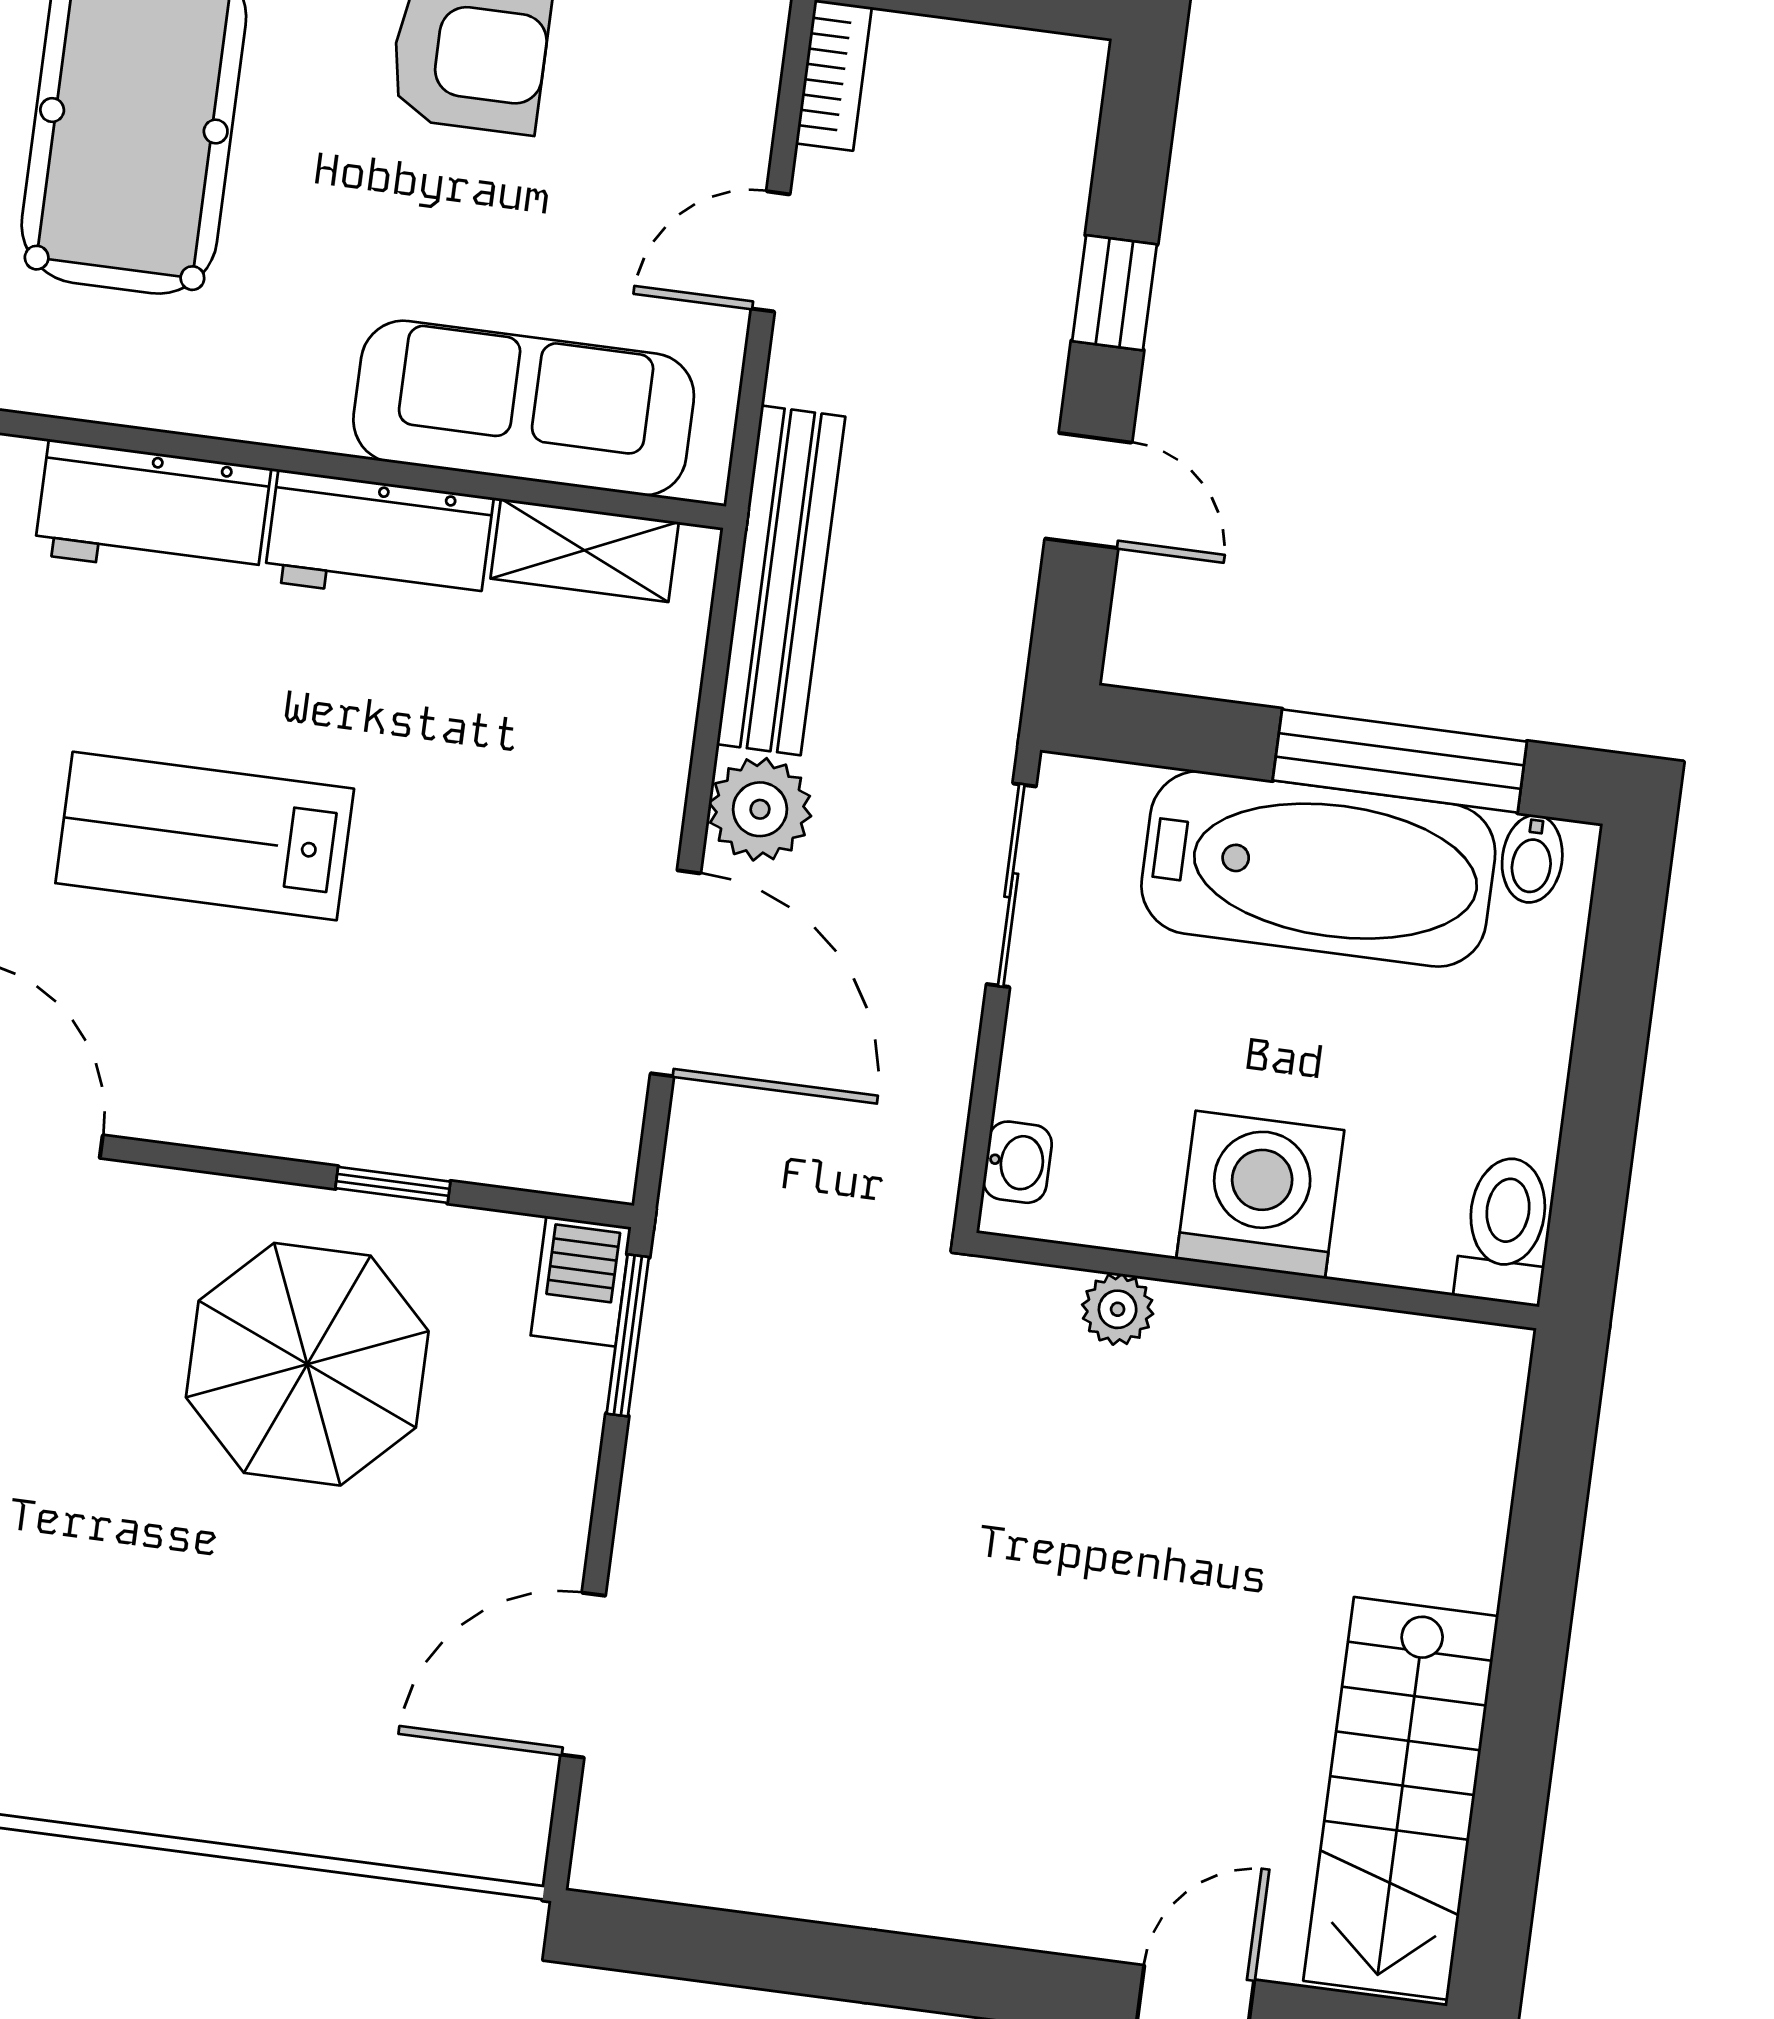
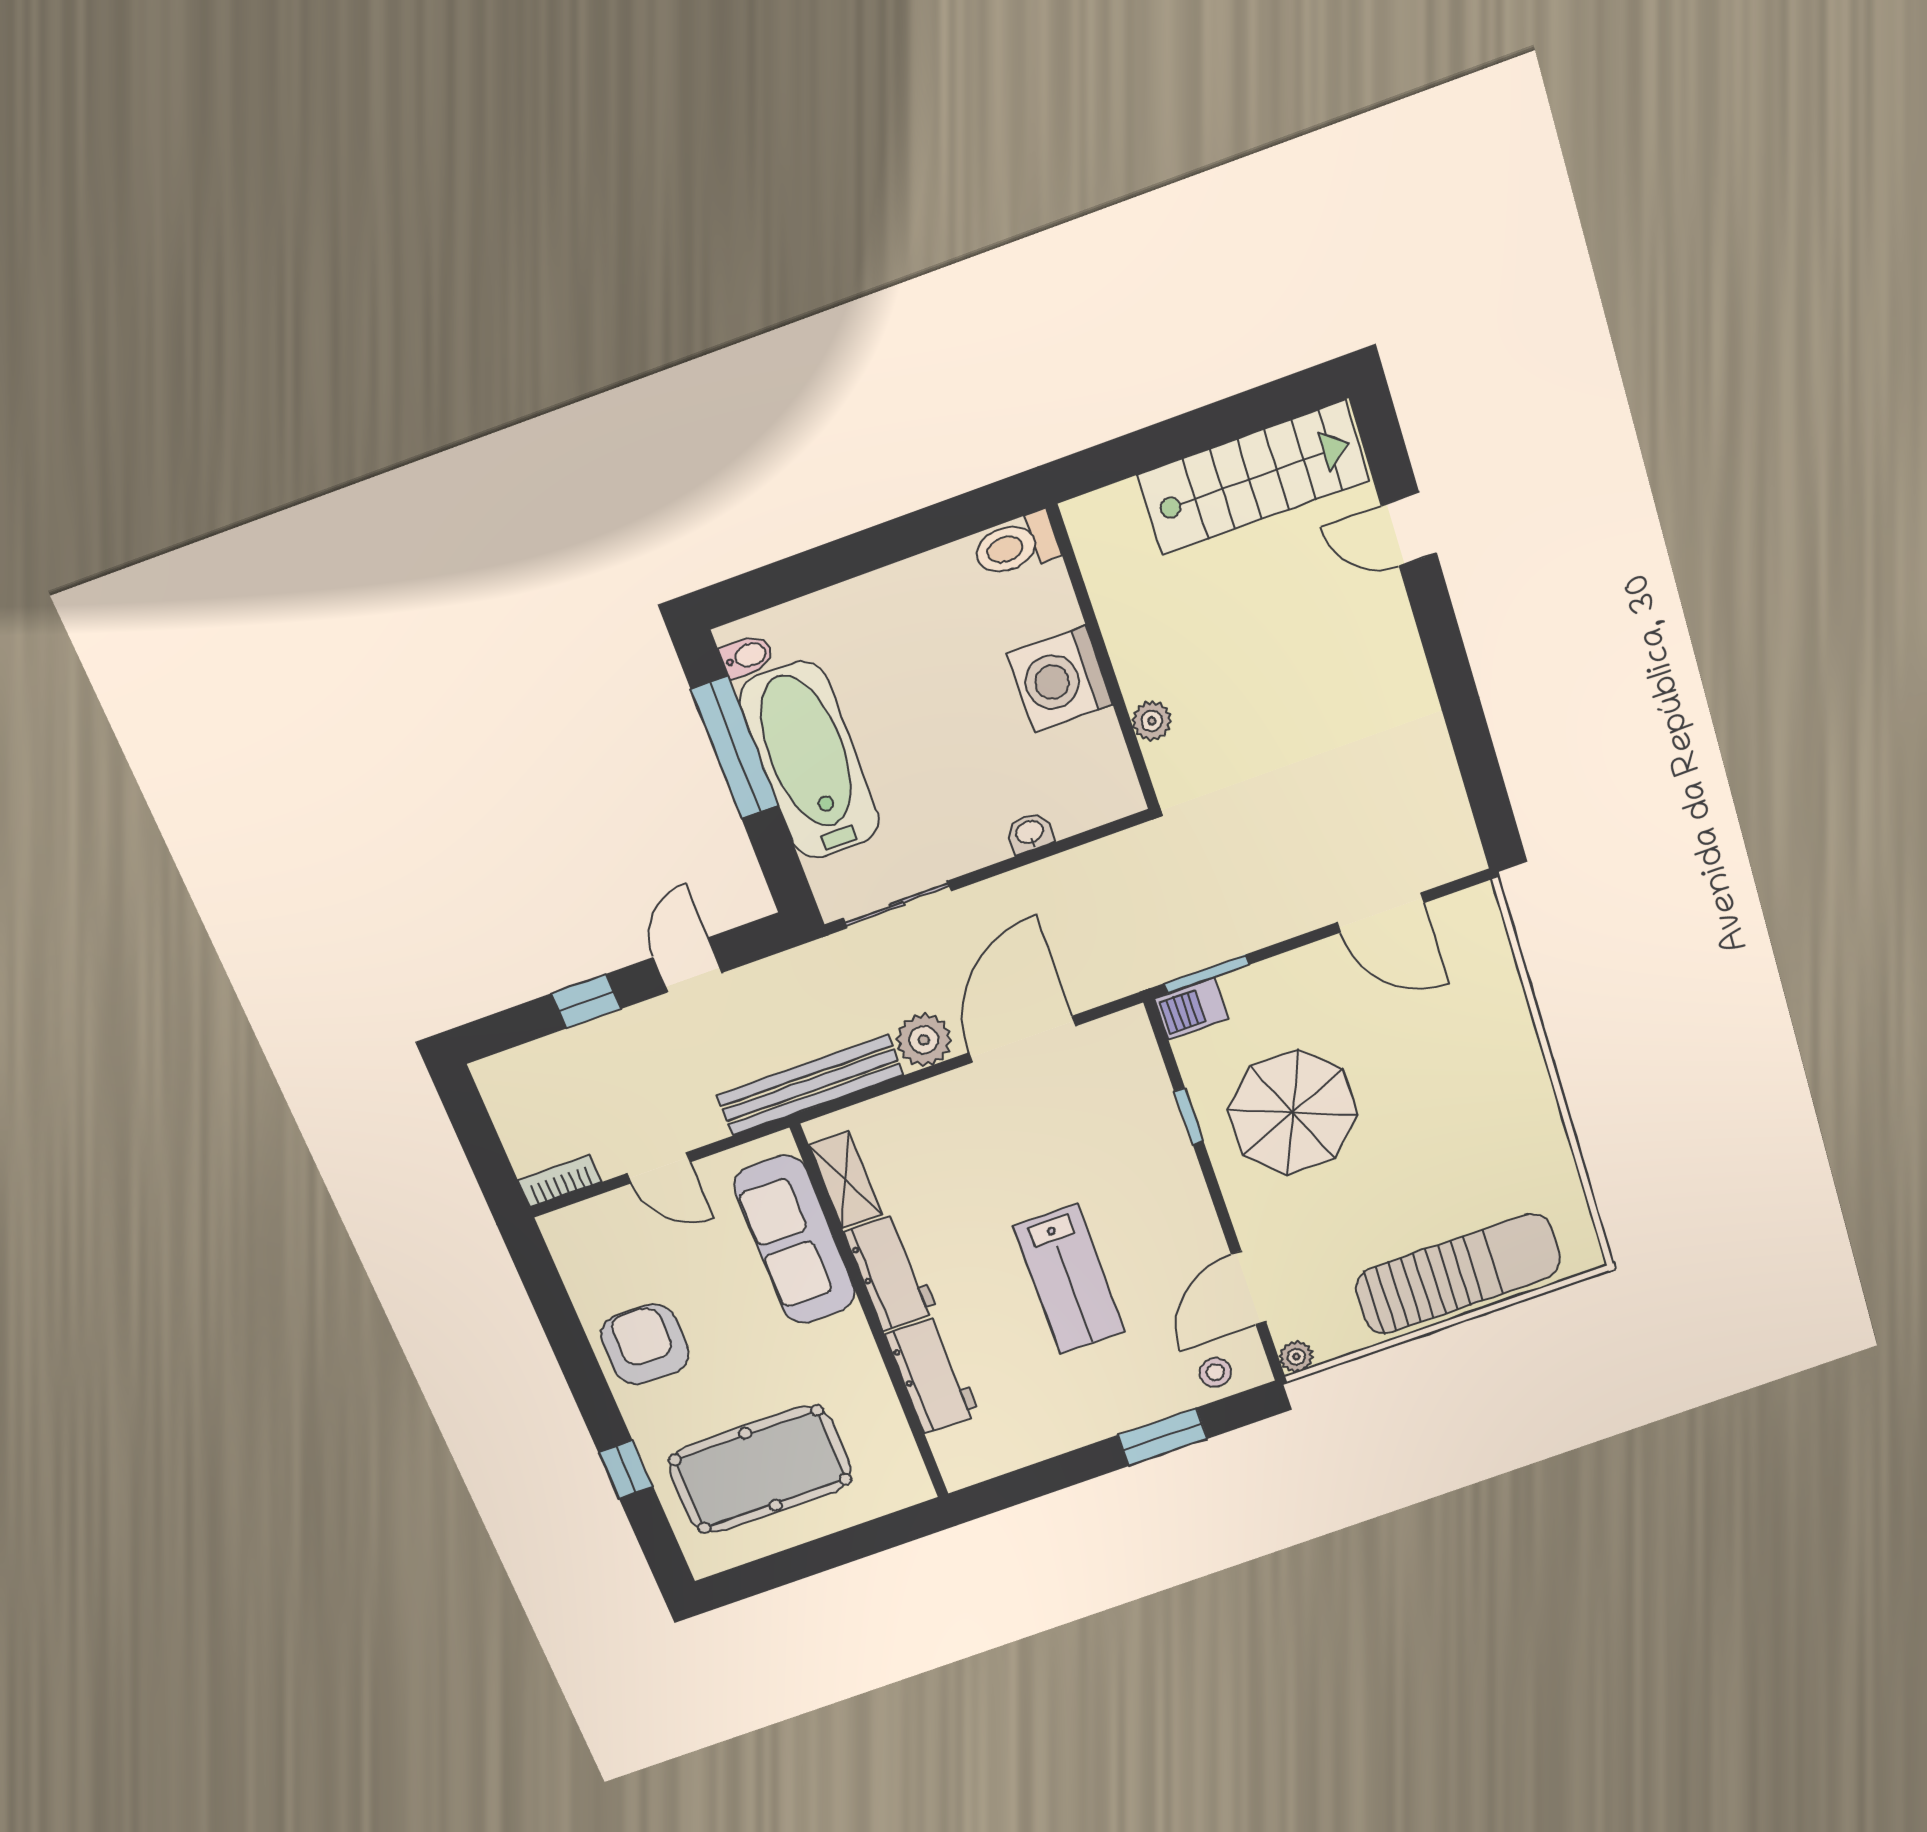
washing machine: (1260, 1195) -> (1060, 679), moved
toilet: (1505, 1230) -> (1016, 546), moved
wall: (1256, 1281) -> (1104, 659), moved
plant: (1118, 1309) -> (1152, 721), moved

